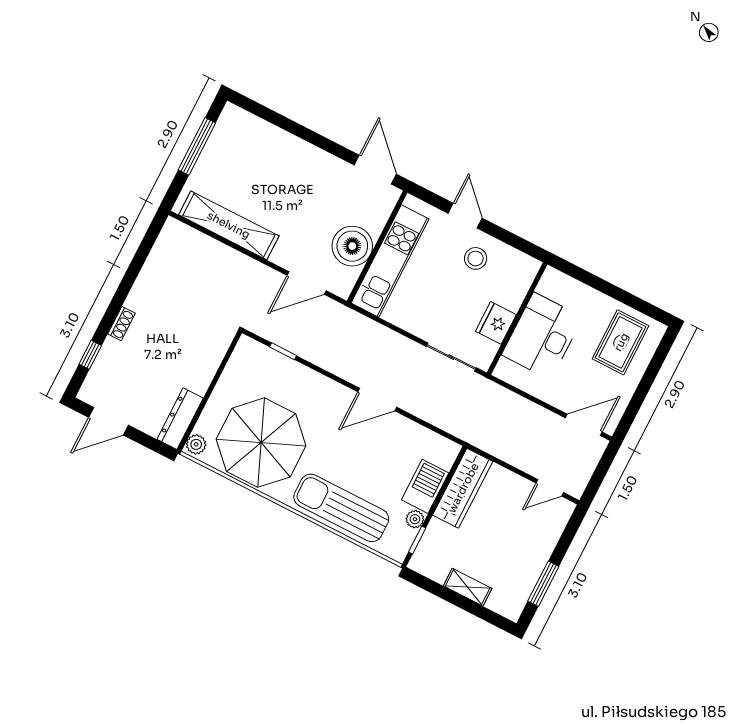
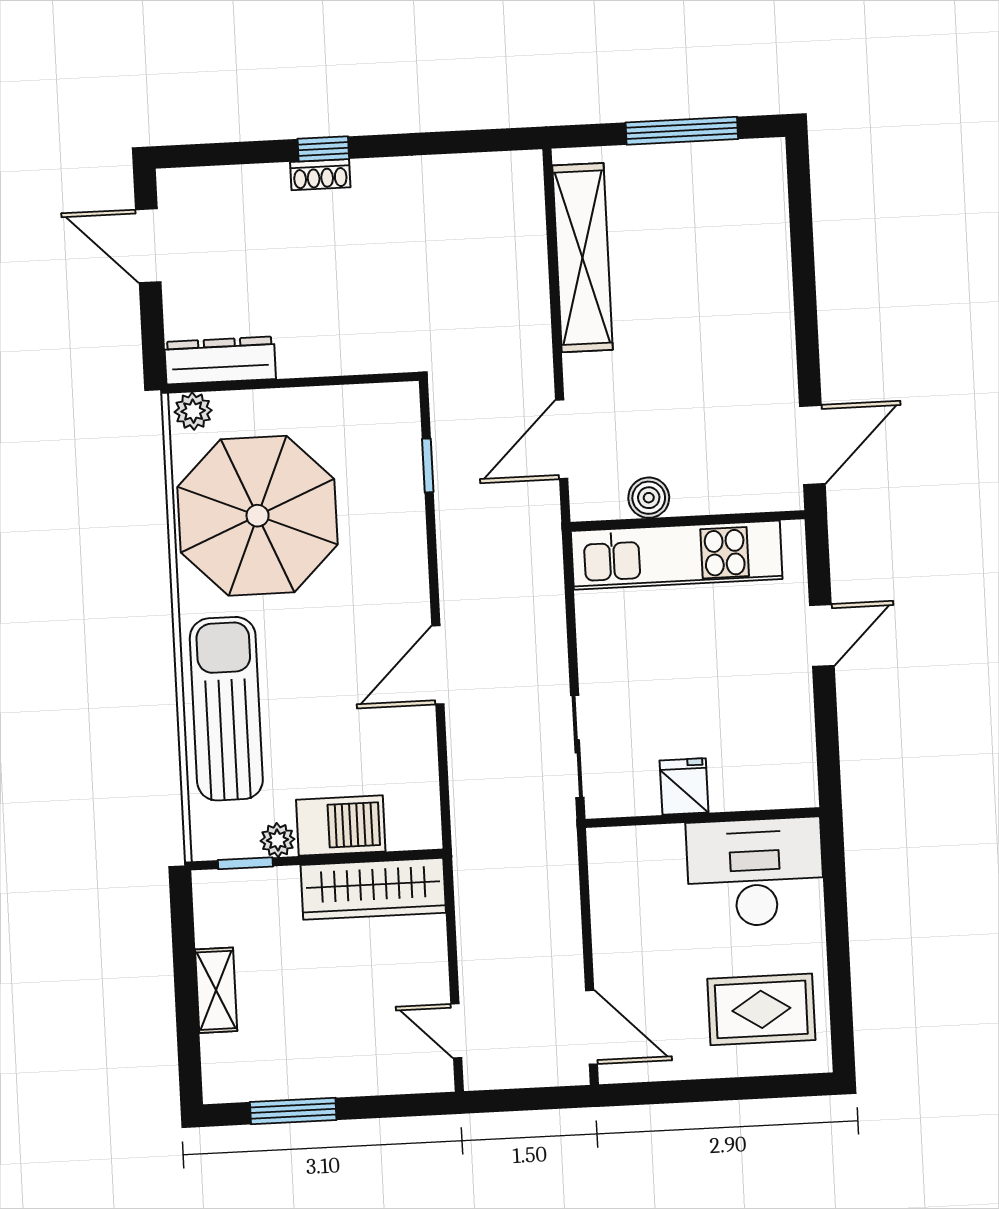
boiler: (352, 246) -> (649, 498), width x0.54, depth x0.54
stool: (476, 258) -> (762, 693), removed
door: (307, 283) -> (562, 439), hinge flipped
fridge: (496, 323) -> (684, 787), width x0.72
desk: (542, 336) -> (755, 872), moved
window: (90, 355) -> (323, 149), moved
door: (377, 399) -> (438, 665), hinge flipped

